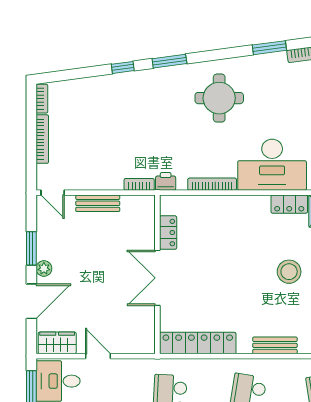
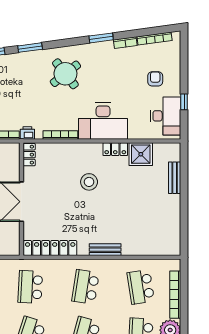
round table: (219, 98) -> (65, 74), turned -38
locker: (168, 233) -> (29, 155), moved
stool: (289, 272) -> (89, 182), moved

